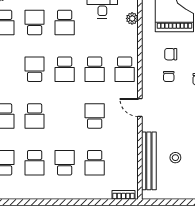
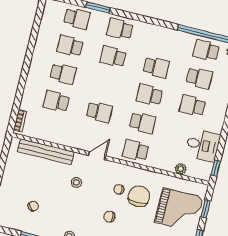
chair: (171, 54) -> (139, 196), width x1.87, depth x1.87
school desk: (95, 69) -> (142, 123), turned 180
stool: (175, 158) -> (76, 182), moved

